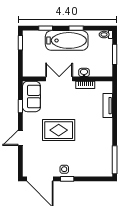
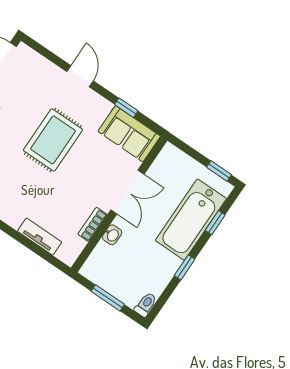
bathtub: (67, 40) -> (191, 220), moved

